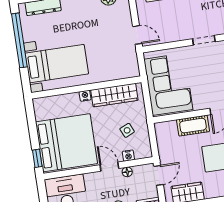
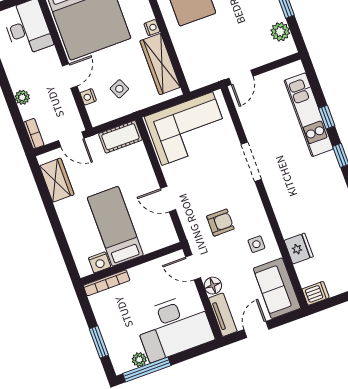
doorway: (204, 40) -> (251, 162), width x1.38
cot: (193, 126) -> (120, 137), moved, turned 90
floor lamp: (127, 172) -> (68, 99), removed

